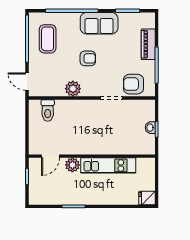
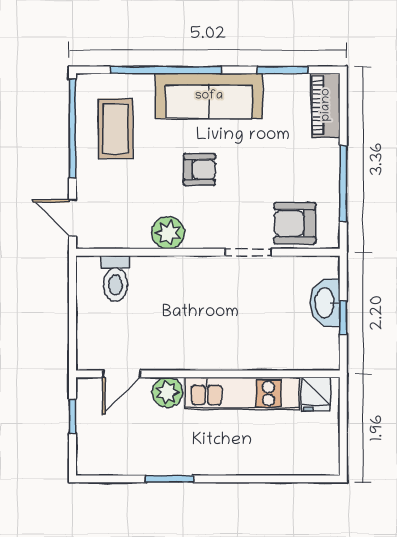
sofa: (99, 23) -> (209, 96), width x1.36
piano: (148, 44) -> (326, 105), moved
washbasin: (150, 128) -> (325, 303), width x1.91, depth x1.45
fridge: (147, 198) -> (316, 394), moved, turned -90

